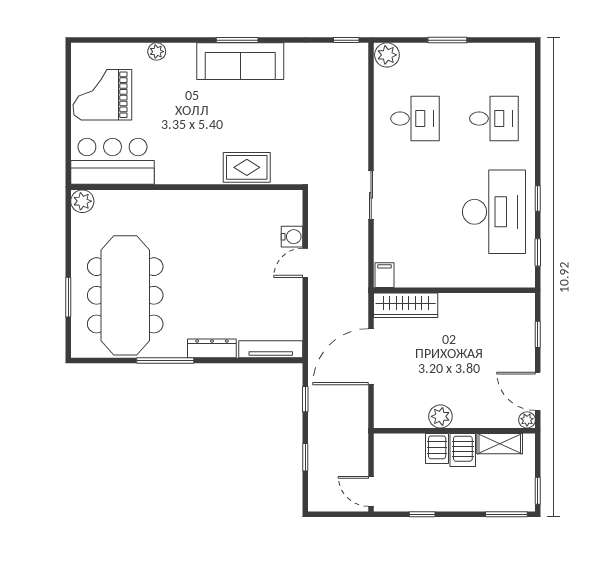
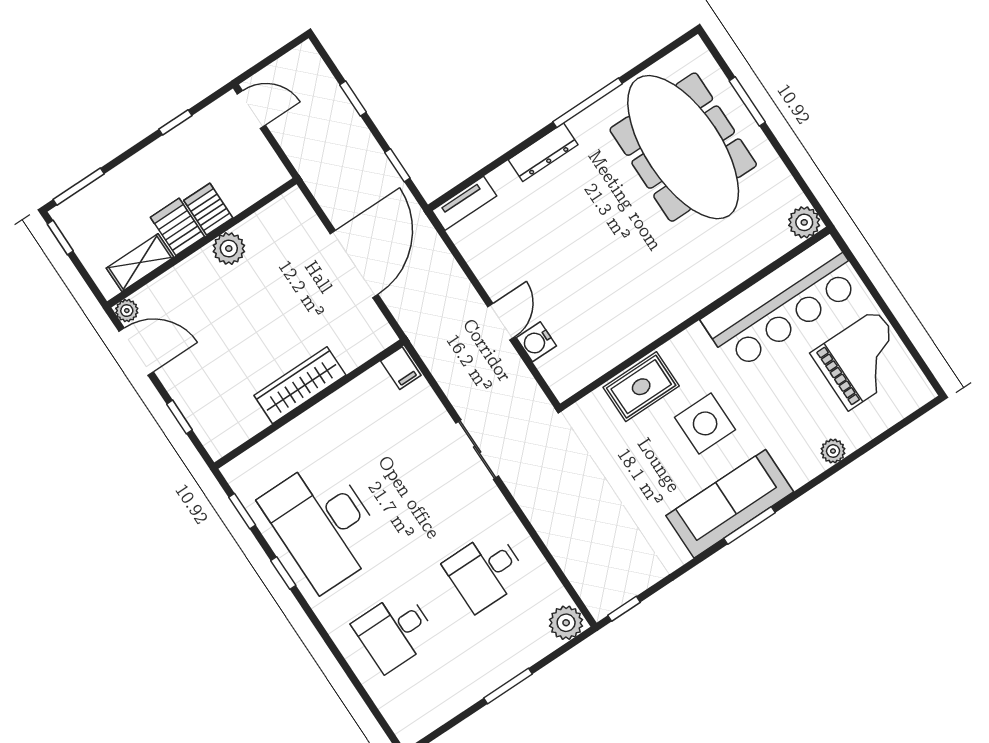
side table: (223, 120) -> (705, 423), added
bar counter: (113, 161) -> (783, 303), width x1.36
wardrobe: (406, 305) -> (300, 385), moved
tv unit: (271, 349) -> (464, 203), width x0.71

